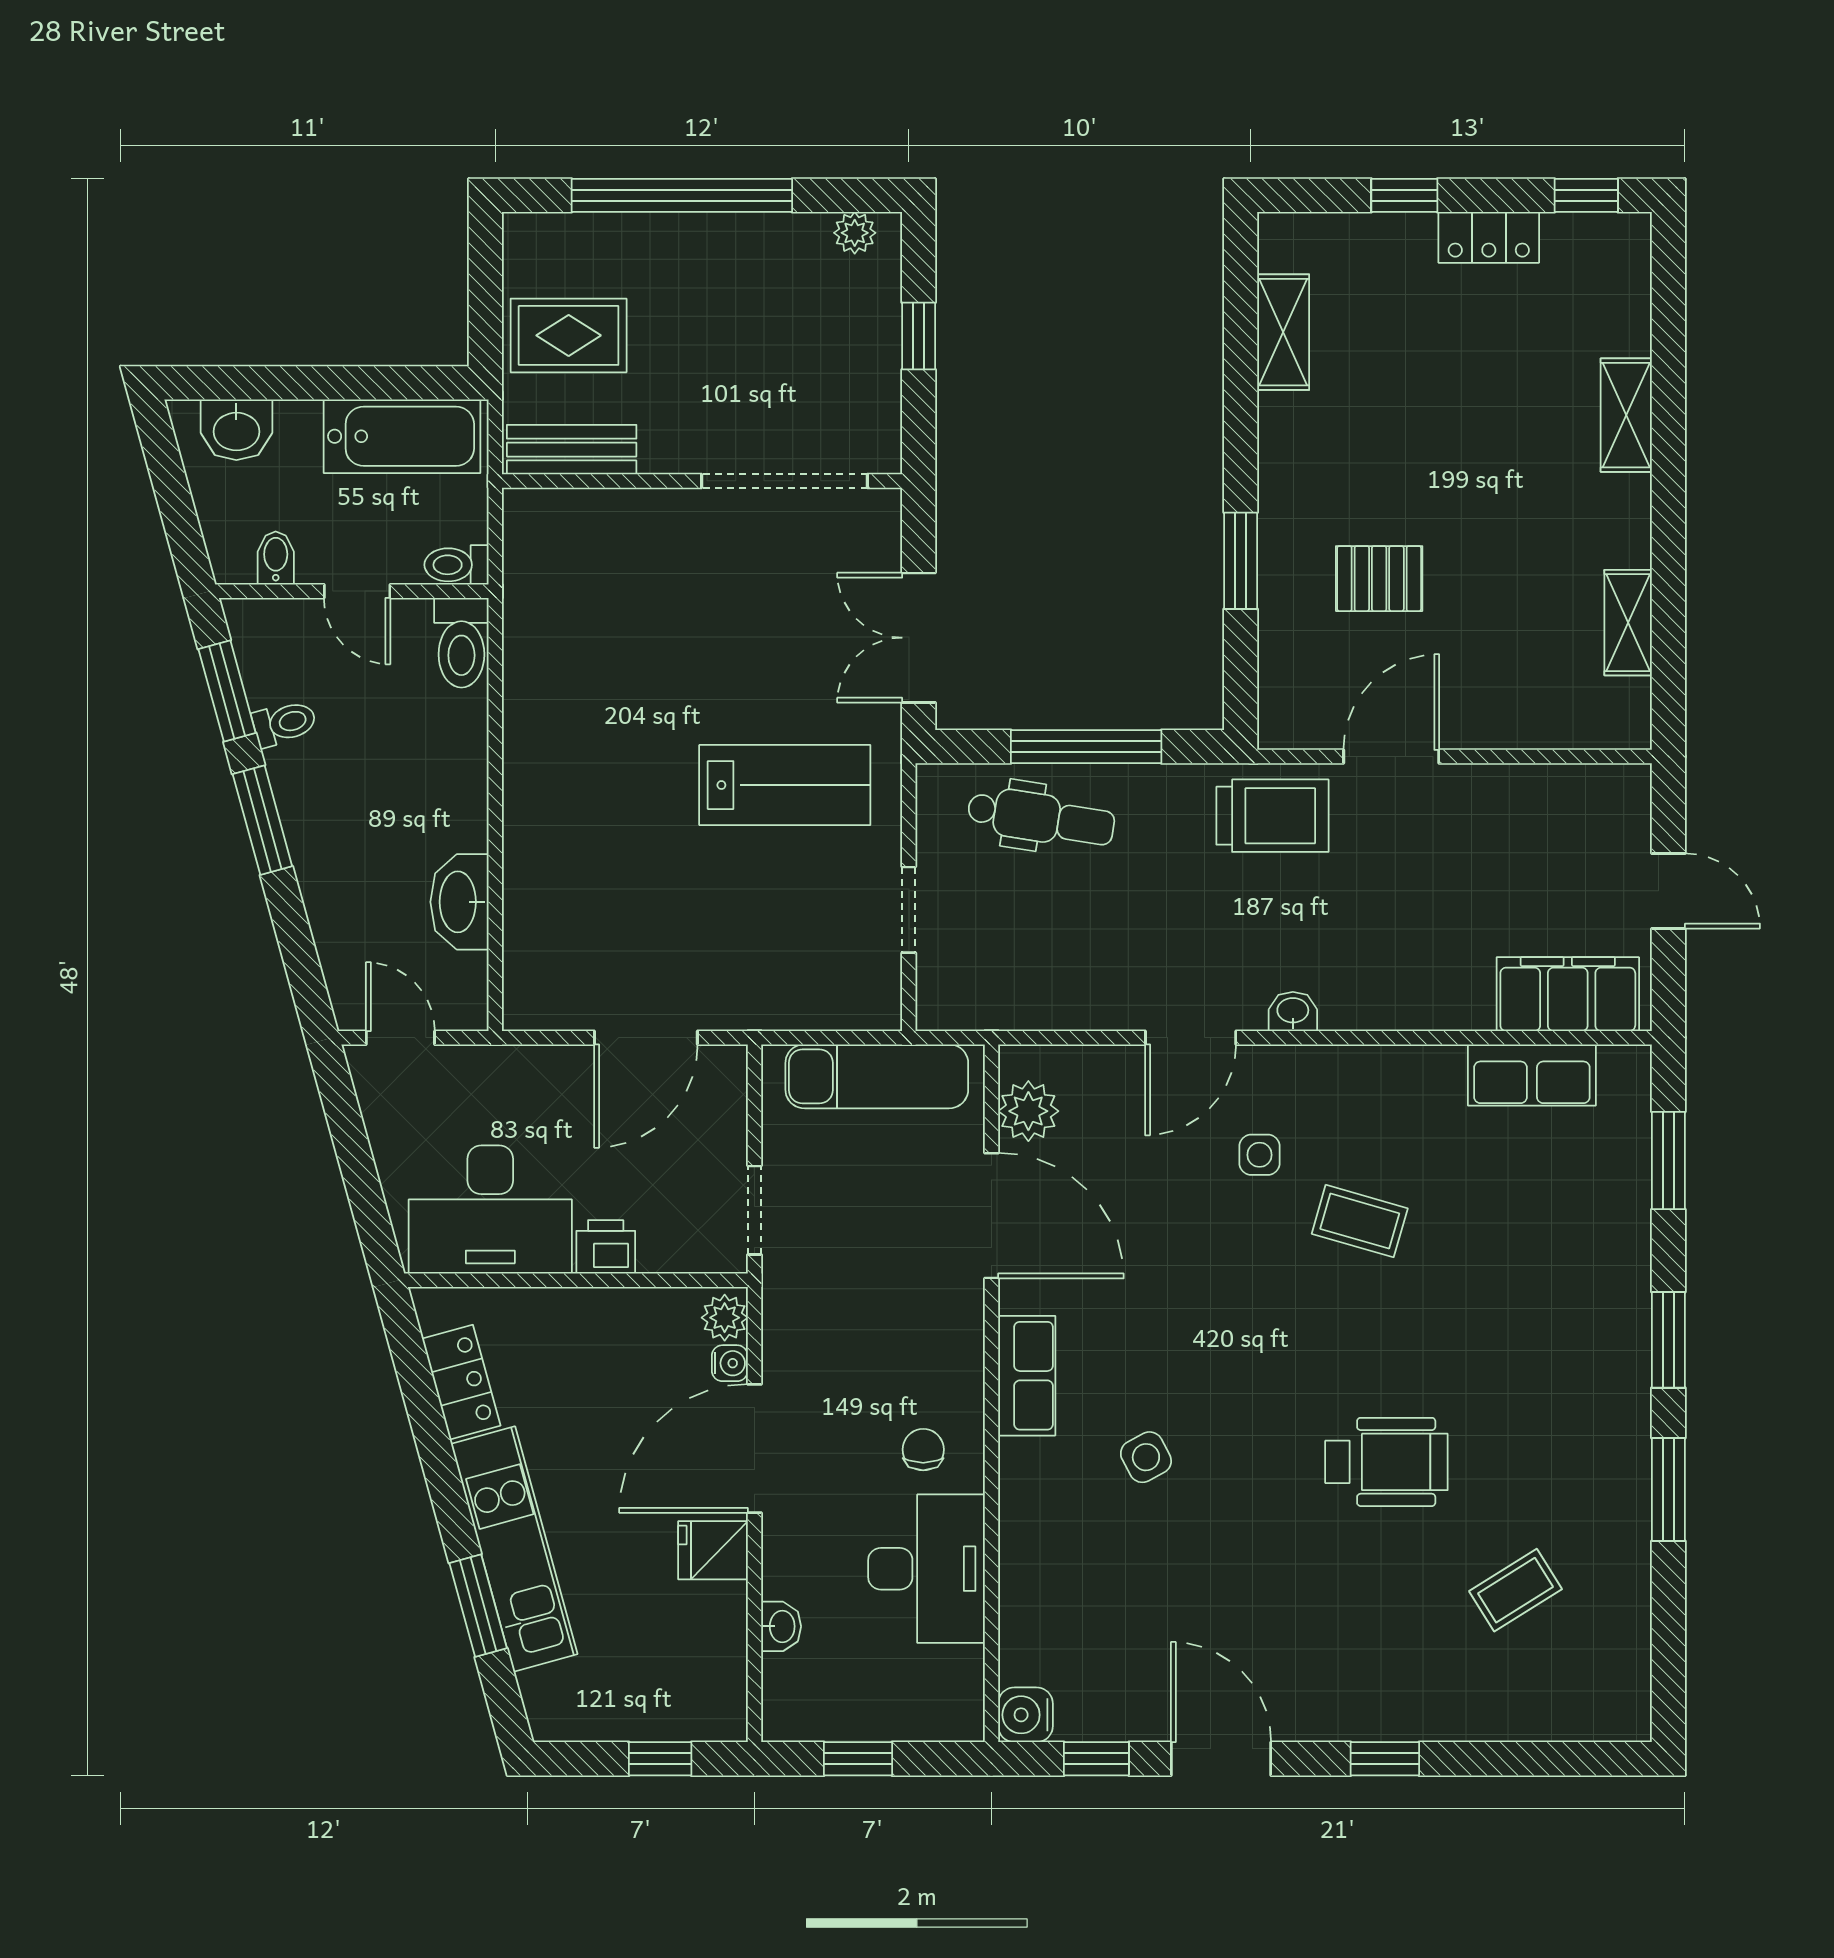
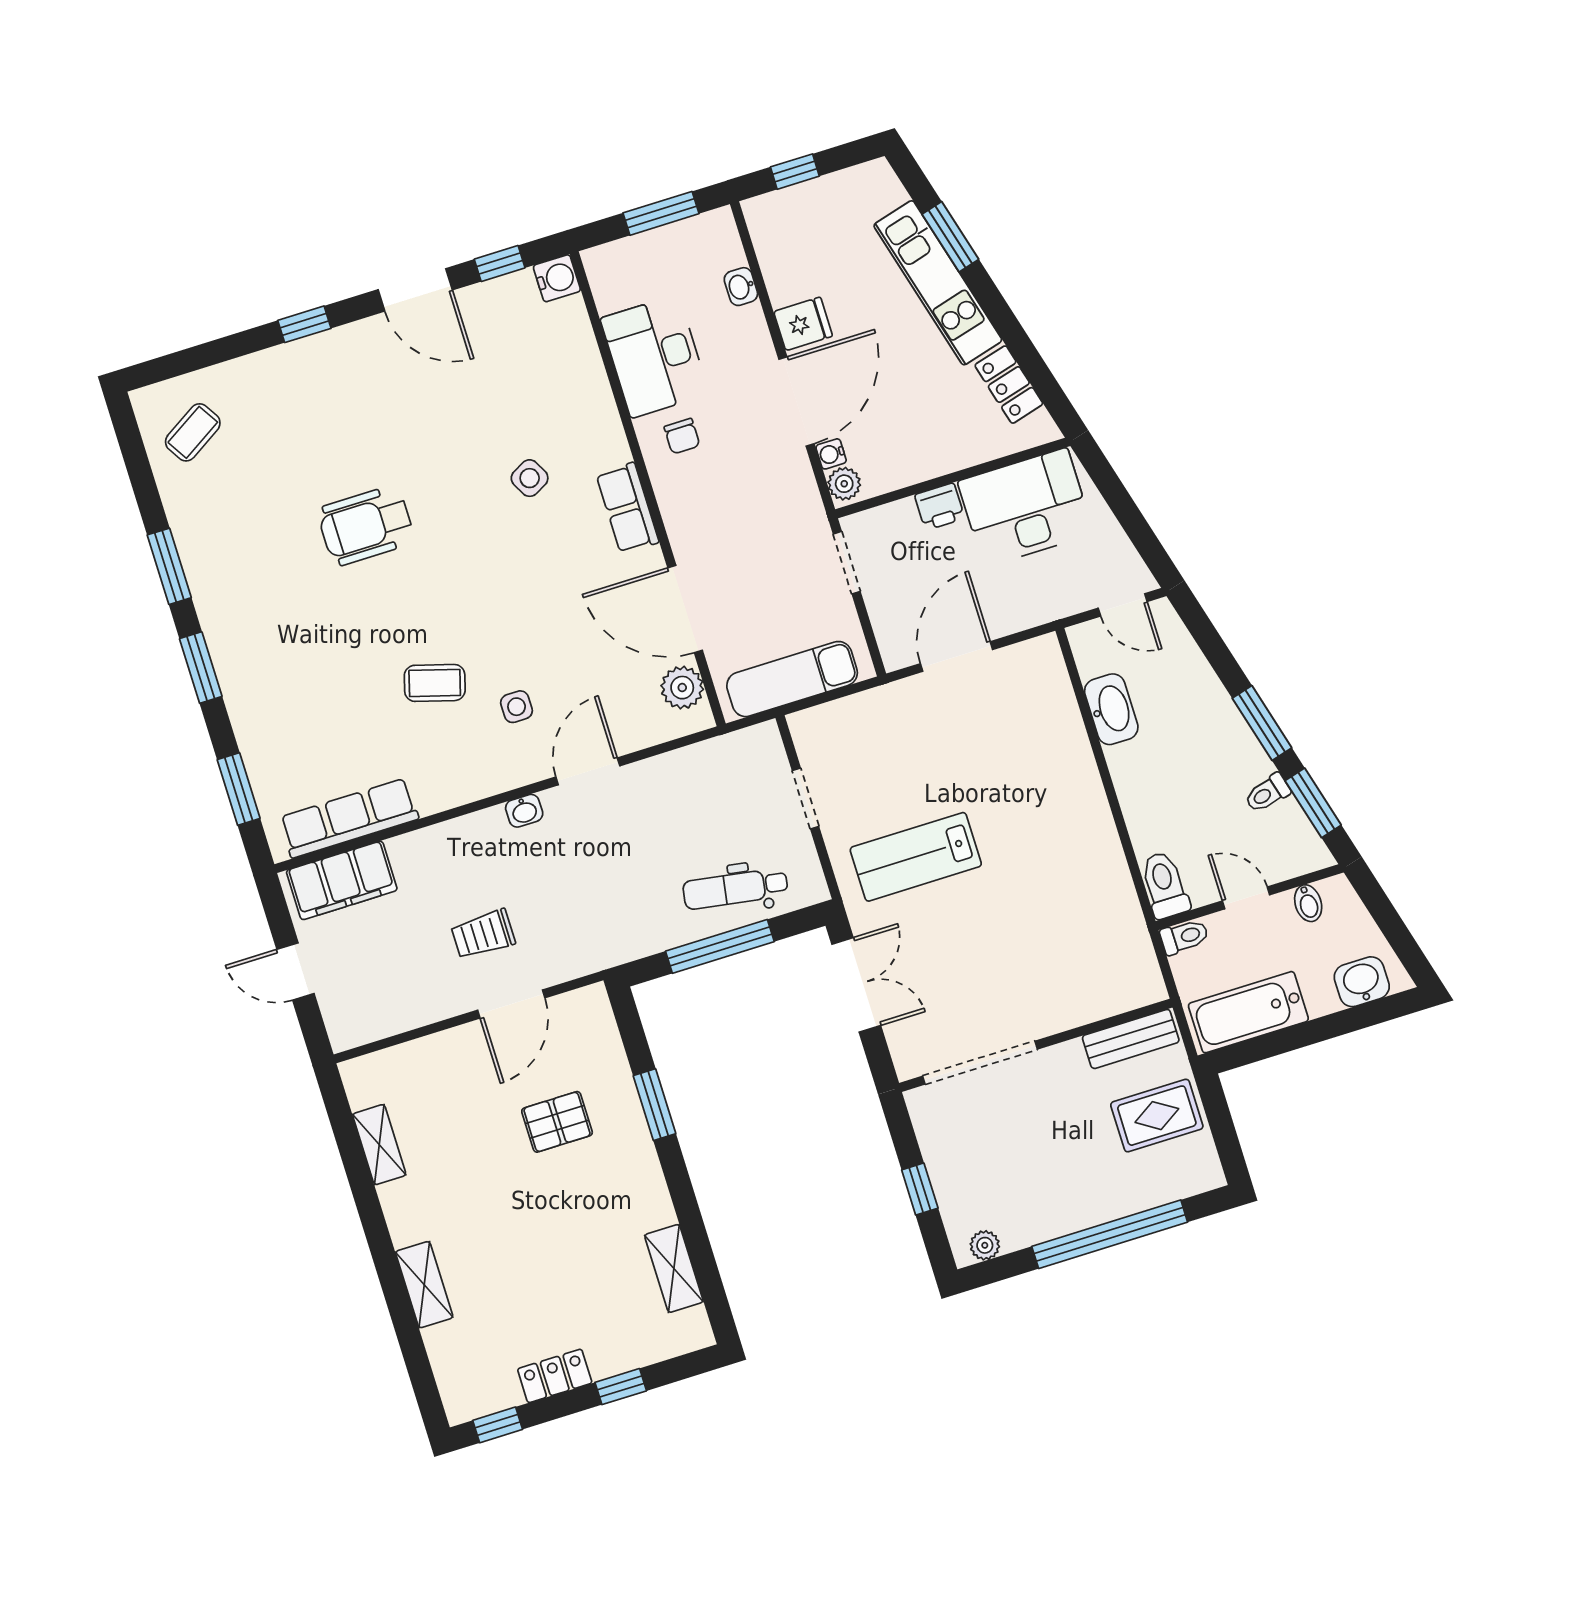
trolley: (1272, 816) -> (483, 934), moved, width x0.73, depth x0.72
row of seats: (1532, 1075) -> (349, 818), width x1.48
coffee table: (1515, 1590) -> (193, 432), moved
window: (858, 1759) -> (661, 213), width x1.50

